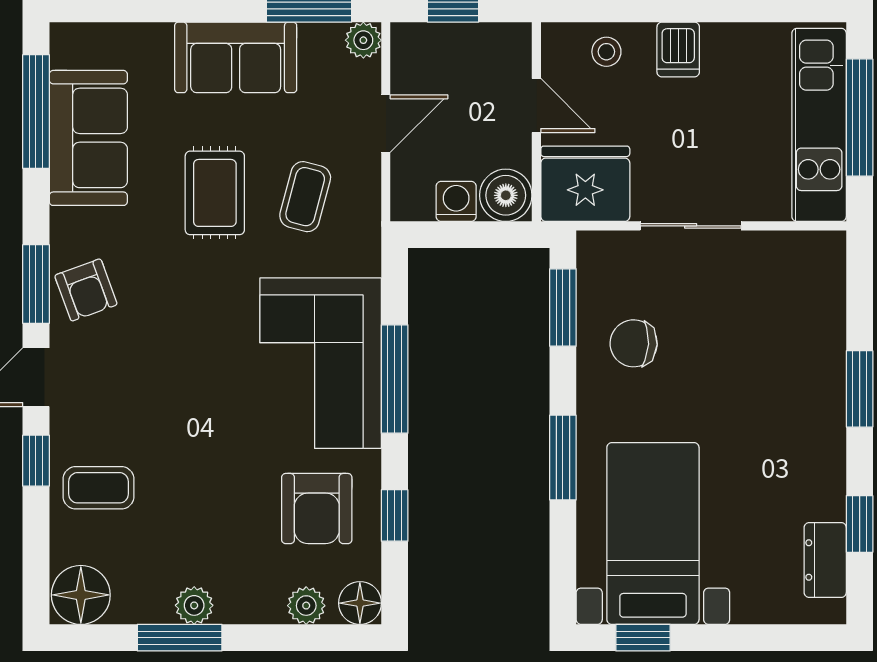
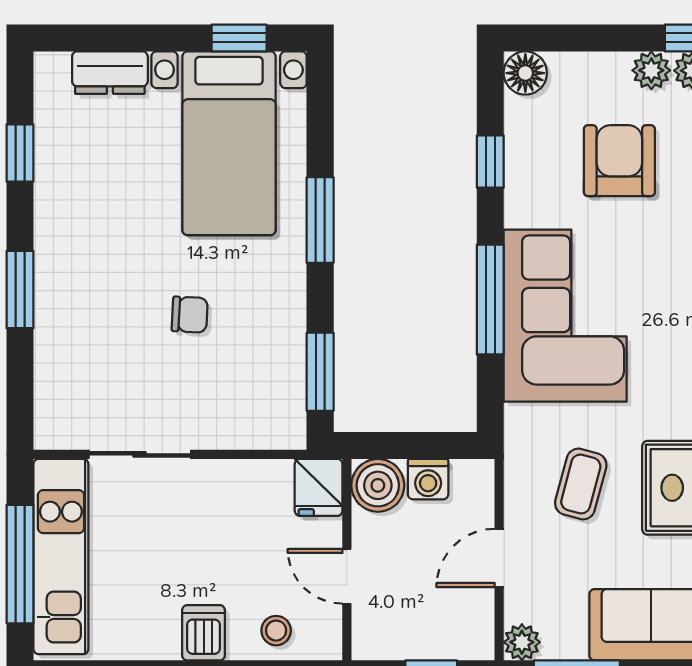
fridge: (585, 184) -> (319, 487), width x0.53, depth x0.75
sliding door: (691, 226) -> (140, 454), moved
chair: (634, 343) -> (190, 315), moved, width x0.73, depth x0.73
armchair: (317, 509) -> (619, 161), moved
dresser: (825, 560) -> (110, 73), moved, turned 90
plant: (306, 606) -> (651, 70), moved

